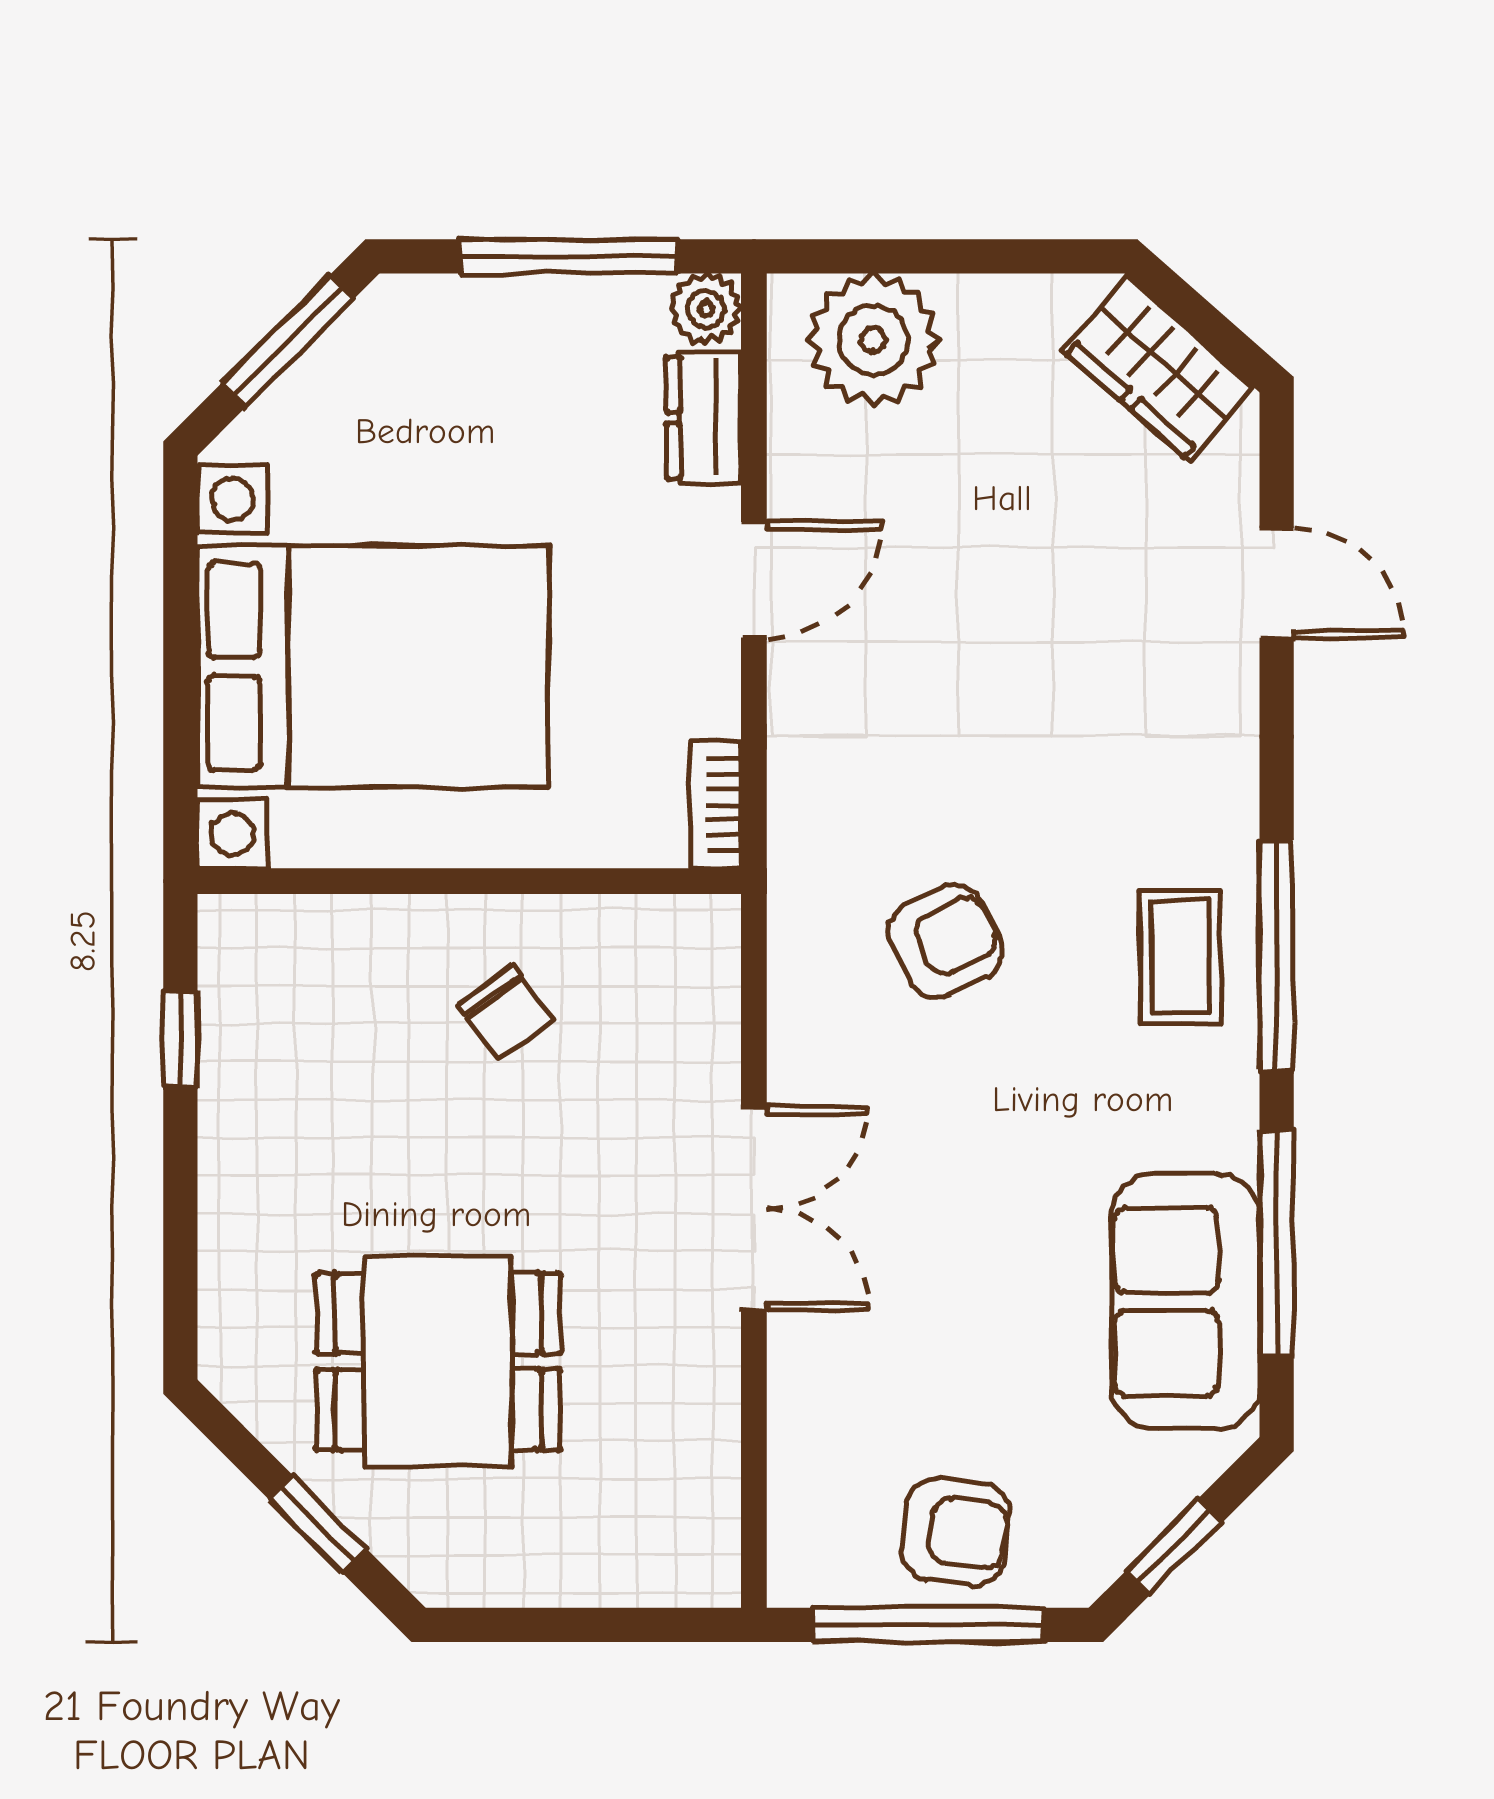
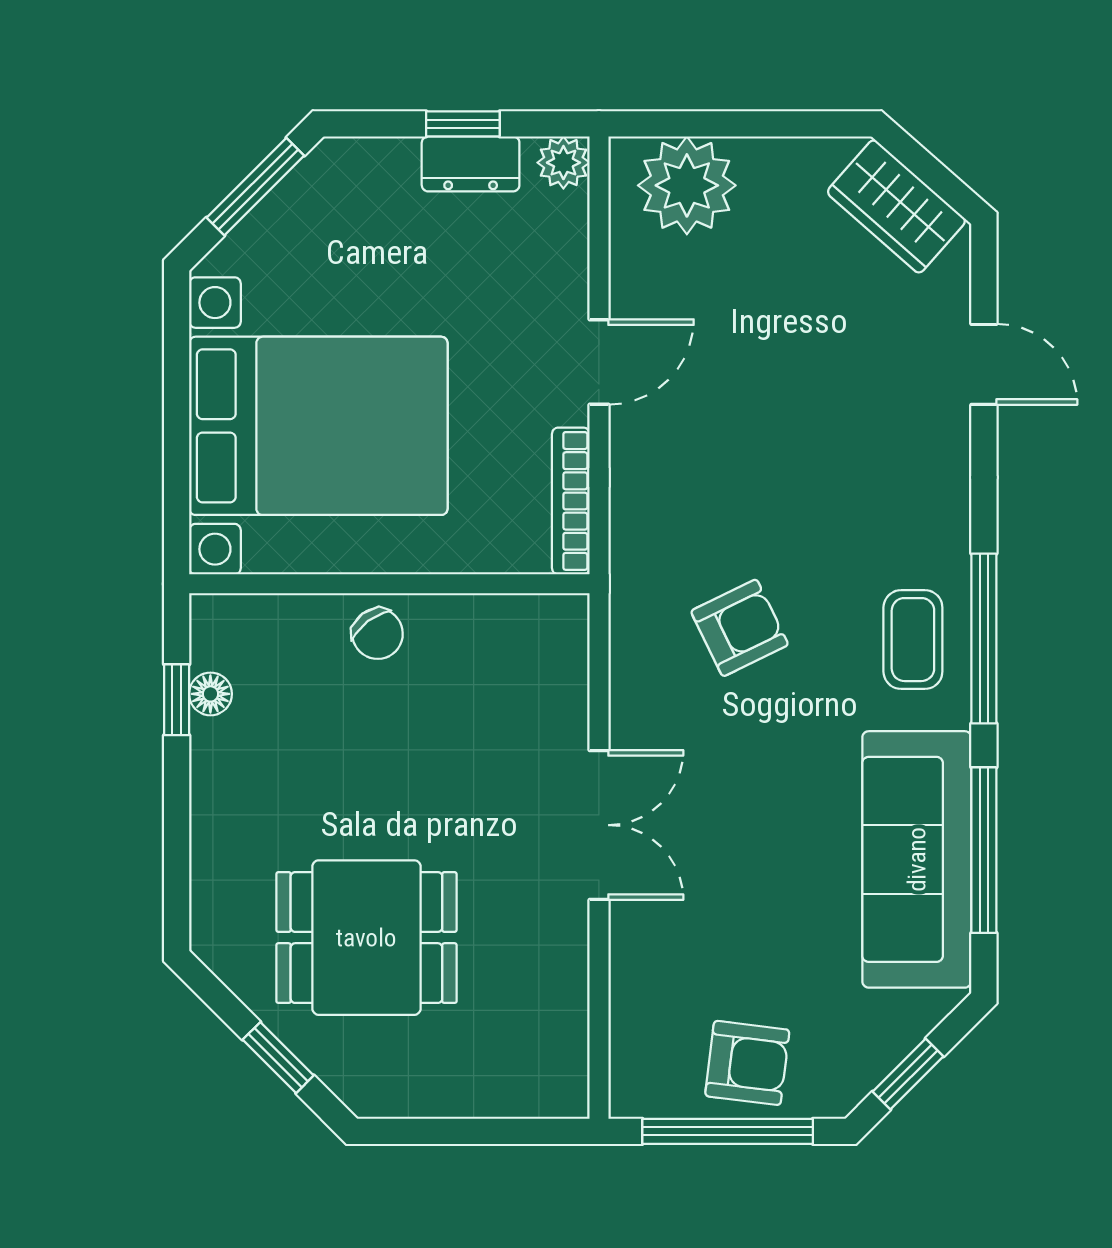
window: (569, 256) -> (463, 124), width x0.46
dresser: (704, 418) -> (471, 164), moved, turned -90
bookcase: (716, 804) -> (571, 501), width x1.56
chair: (506, 1013) -> (378, 634), moved
floor lamp: (226, 1031) -> (210, 694), added
sofa: (1186, 1302) -> (917, 859), width x1.36

